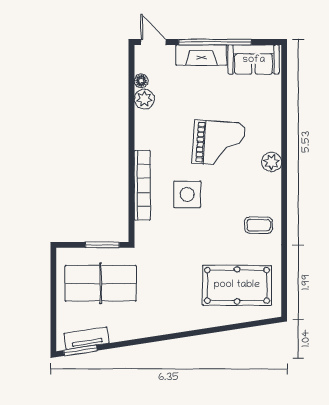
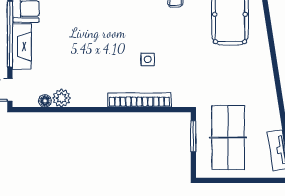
grand piano: (219, 143) -> (102, 31), removed
side table: (187, 194) -> (148, 59), width x0.54, depth x0.54

